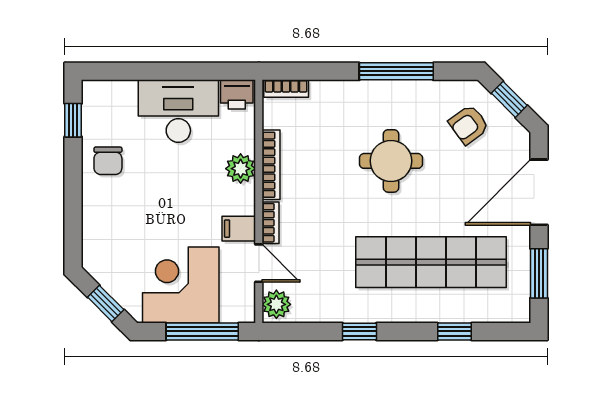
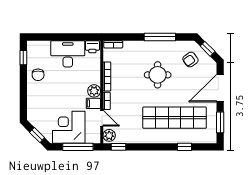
plant: (241, 169) -> (94, 91), moved
window: (359, 331) -> (118, 147), moved

